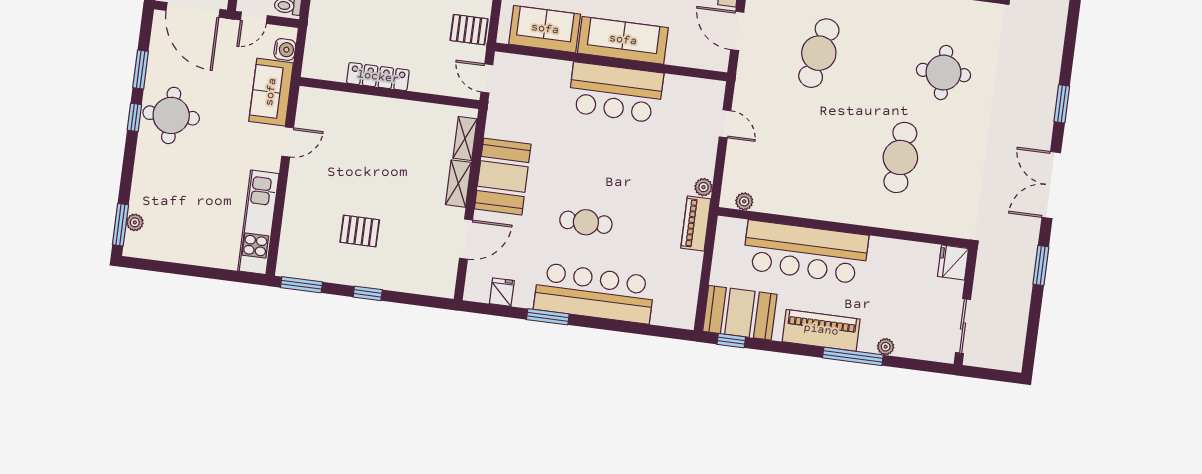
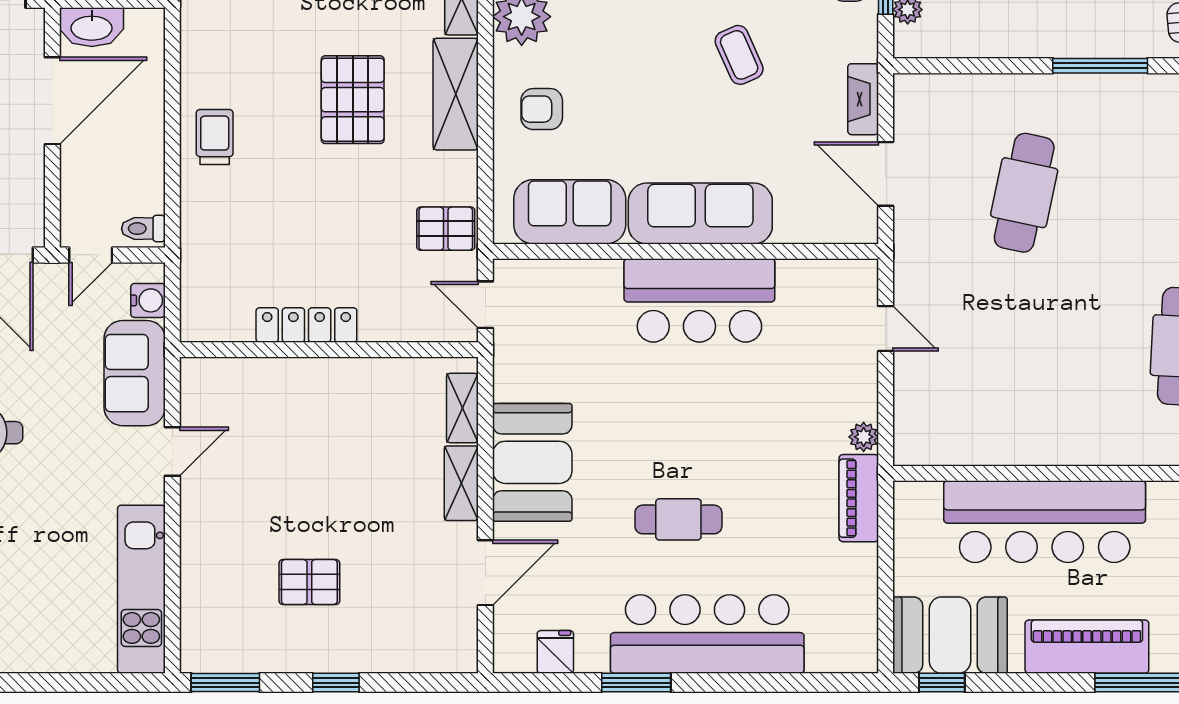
plant: (744, 201) -> (933, 452), removed

